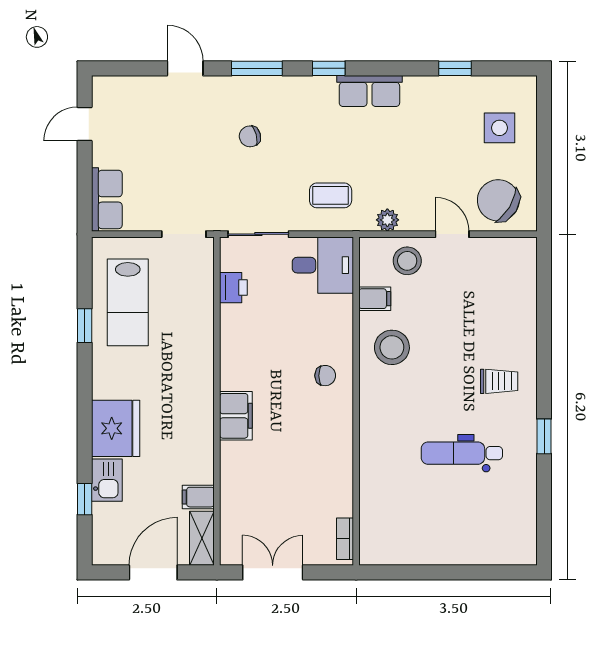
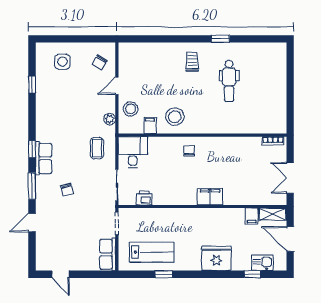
row of seats: (369, 91) -> (44, 158), moved
row of seats: (107, 199) -> (108, 254), moved, turned -90
chair: (498, 200) -> (100, 62), width x0.54, depth x0.54
kitchen sink: (107, 480) -> (262, 263), moved

